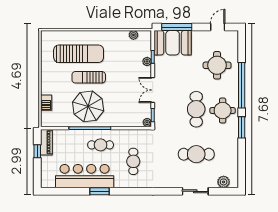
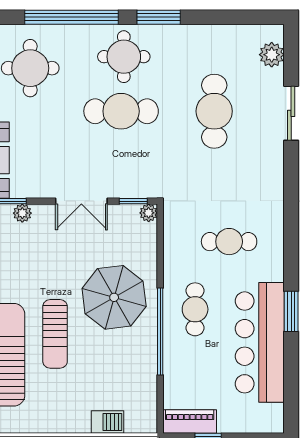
parasol: (88, 106) -> (114, 297), moved

